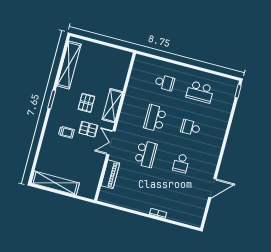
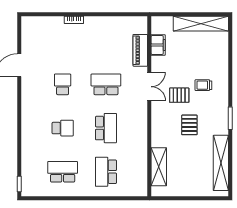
school desk: (165, 83) -> (106, 172), width x1.85
shelving: (112, 106) -> (159, 167), moved
school desk: (146, 154) -> (106, 84), turned 90
filing cabinet: (95, 175) -> (158, 45), added

